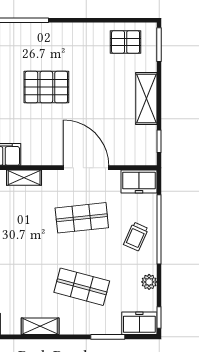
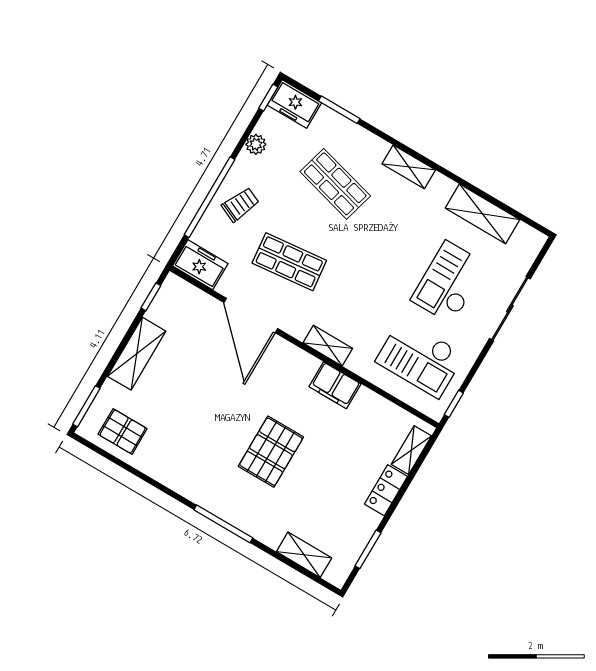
pallet: (46, 87) -> (271, 452), moved, turned 90

